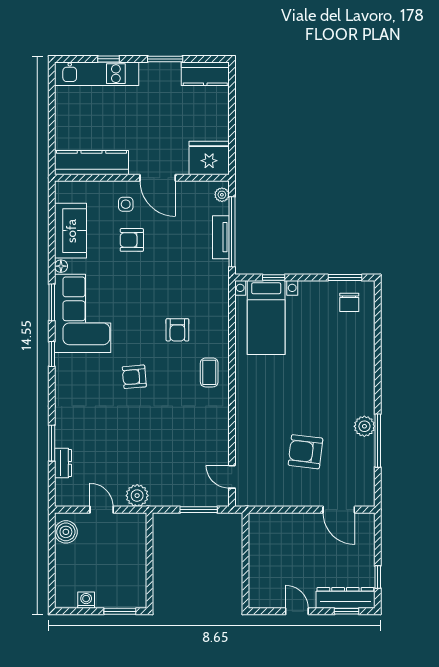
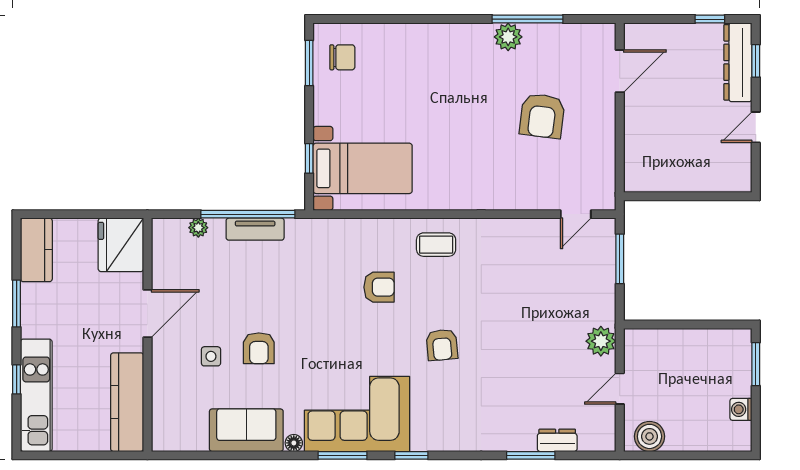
fridge: (209, 158) -> (121, 245), moved
kitchen counter: (91, 163) -> (127, 402), moved
wall: (142, 178) -> (147, 335), moved
door: (158, 178) -> (147, 314), moved

